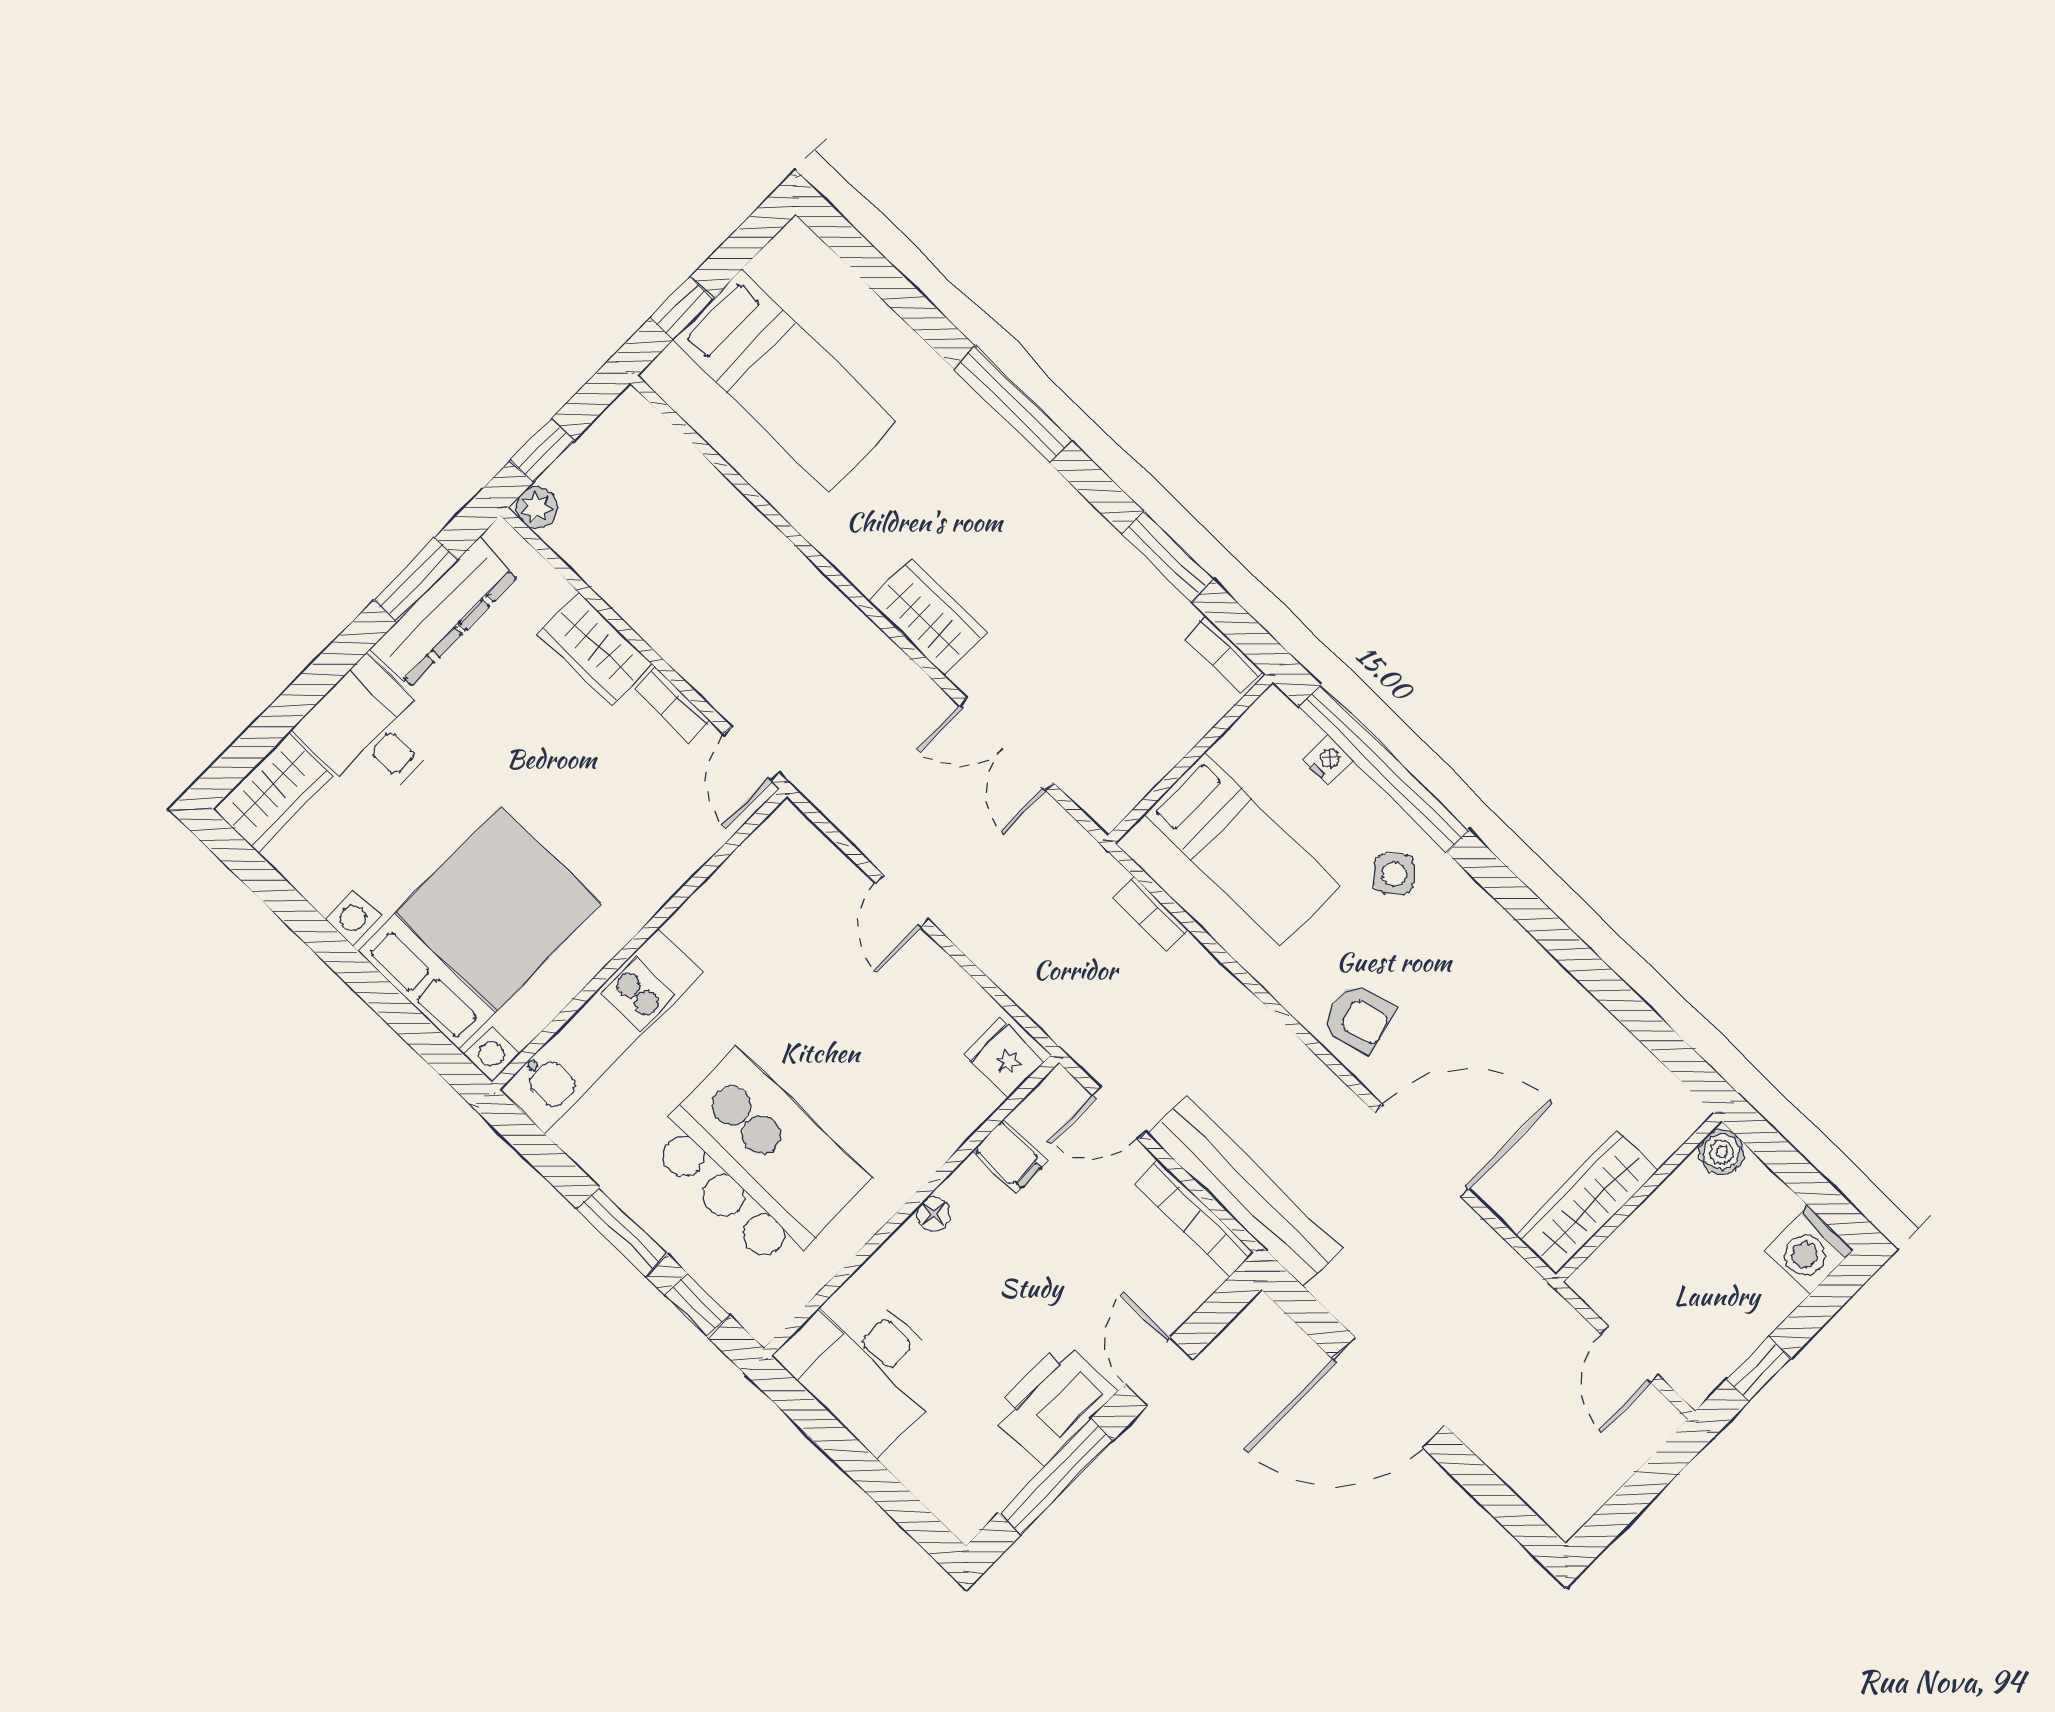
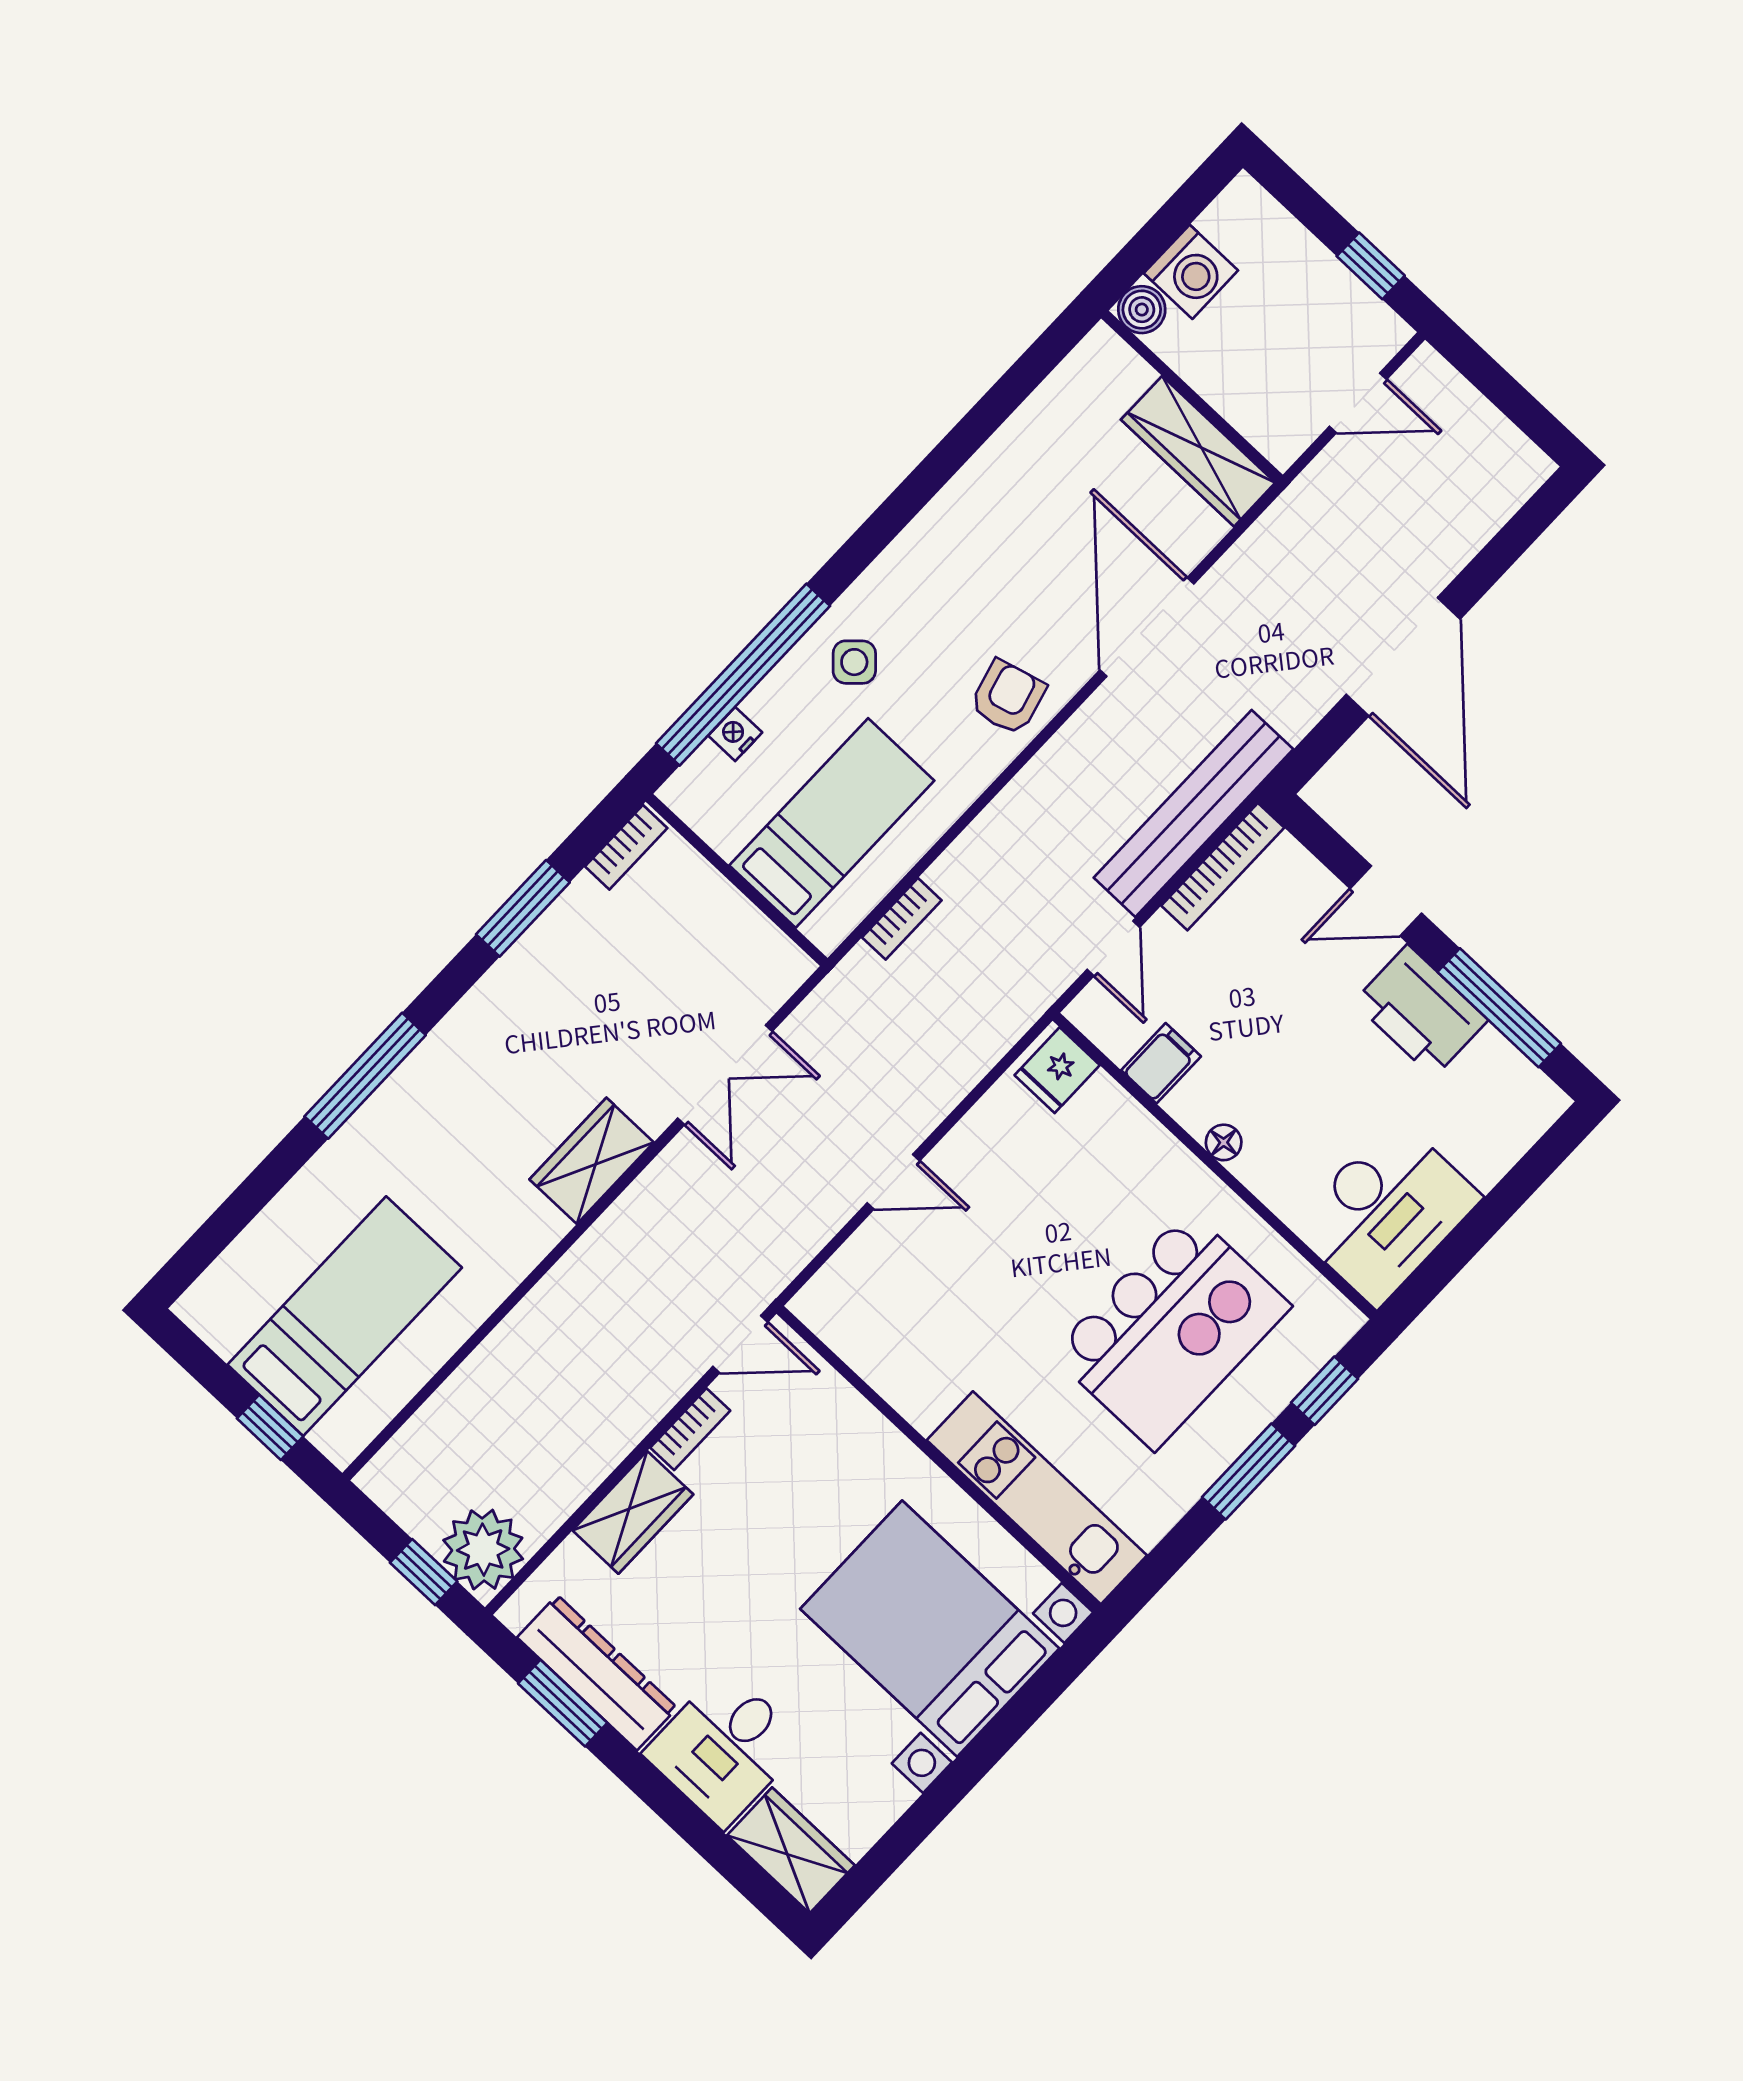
plant: (537, 507) -> (483, 1550), width x1.88, depth x1.88
kitchen island: (757, 1161) -> (1171, 1330), turned 180
washing machine: (1809, 1250) -> (1191, 272), moved

